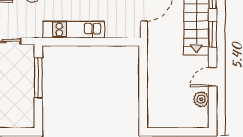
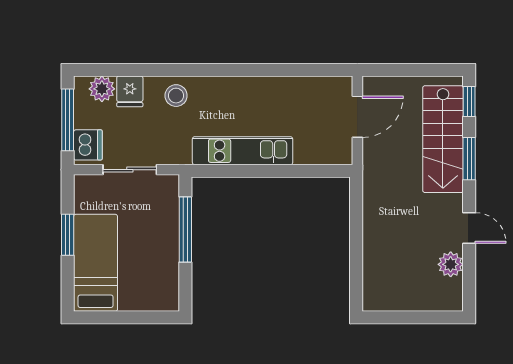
door: (213, 77) -> (469, 228), swing flipped

